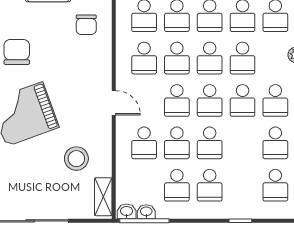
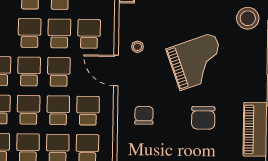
chair: (86, 25) -> (144, 115), moved
door: (114, 103) -> (116, 70), width x1.38
stool: (76, 159) -> (137, 47), moved, width x0.53, depth x0.53

